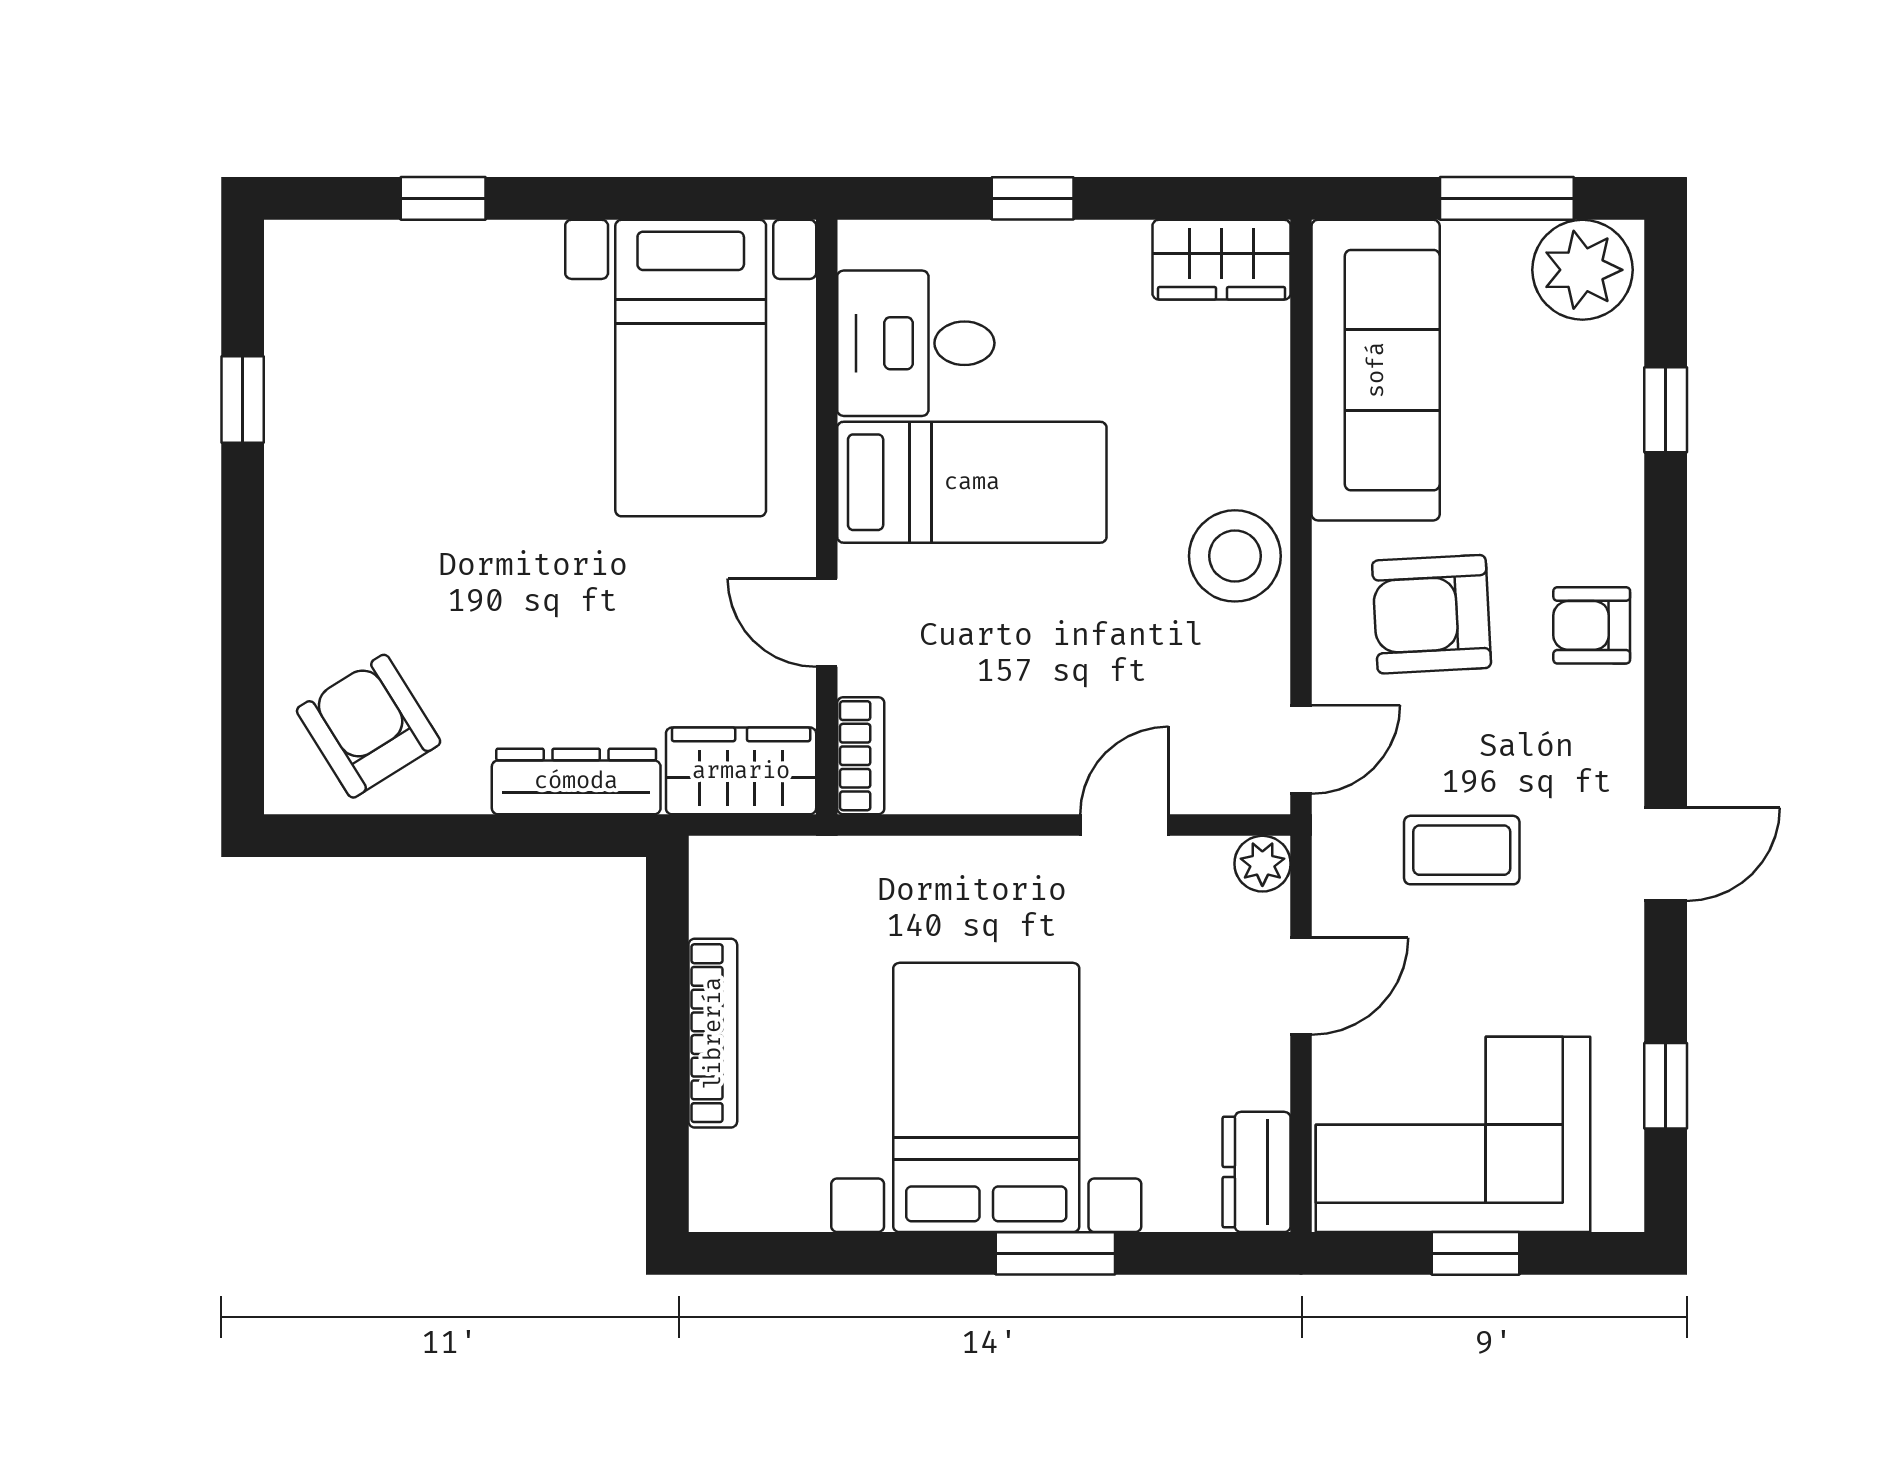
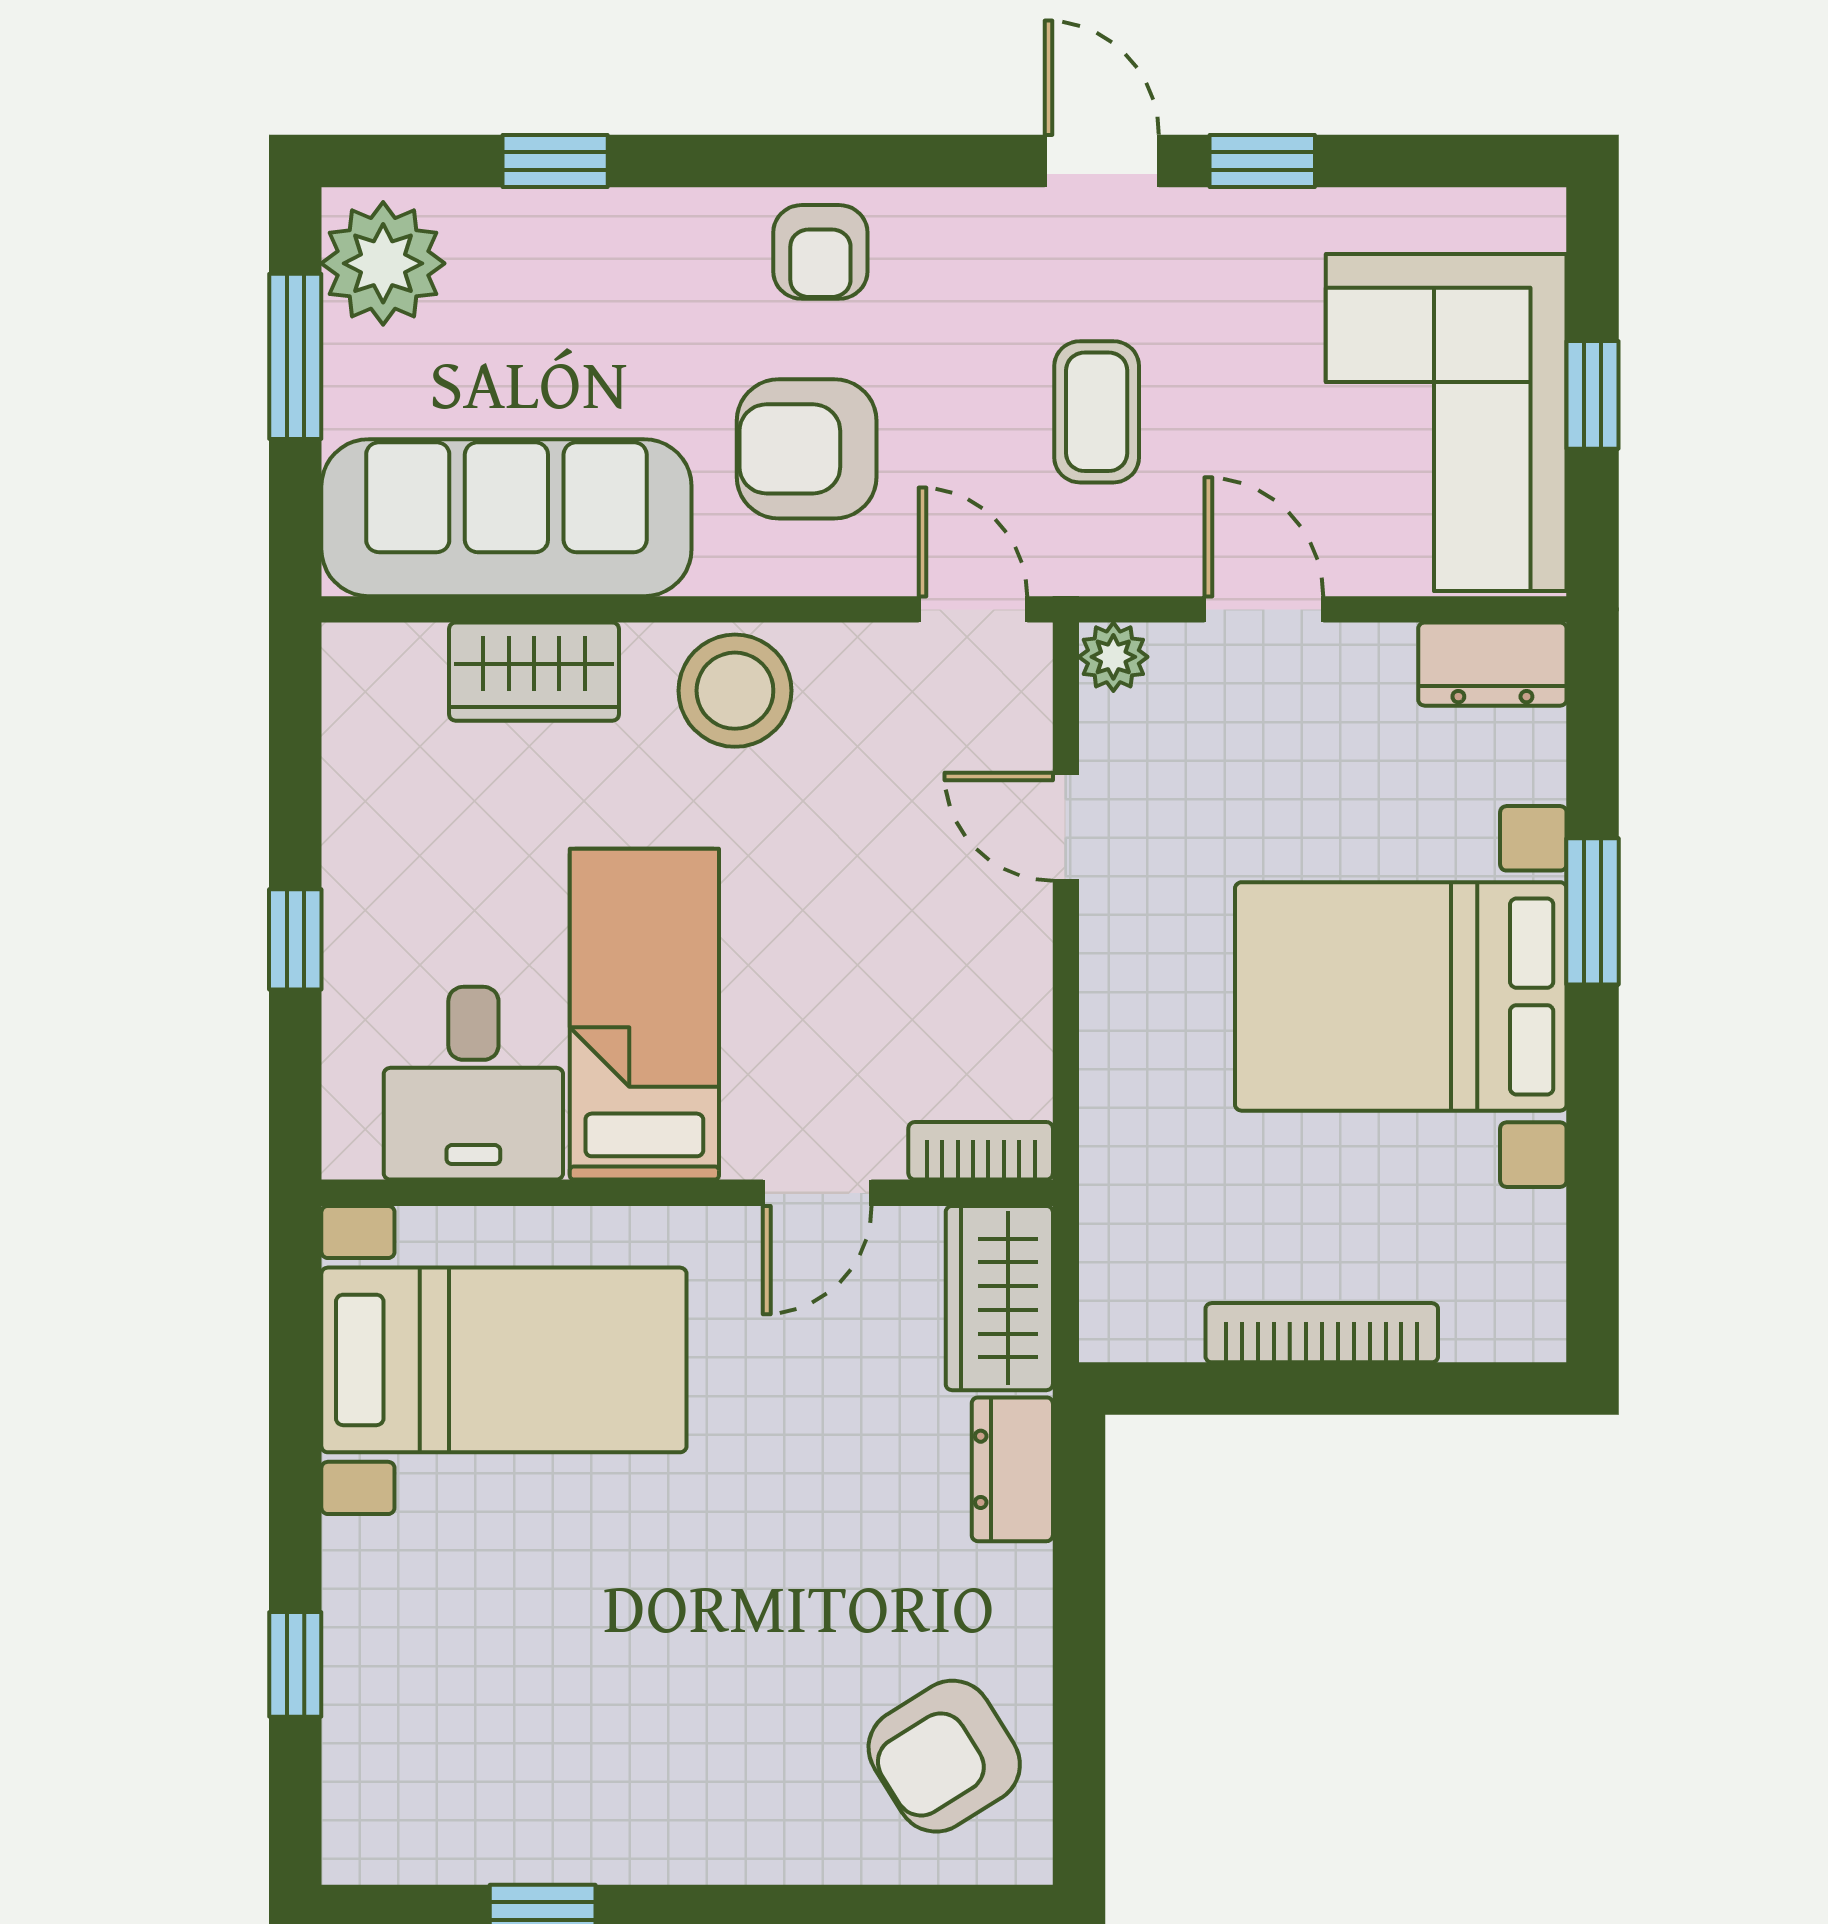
wardrobe: (1222, 260) -> (534, 672), moved, turned 90
armchair: (1432, 614) -> (807, 449), turned 93
dresser: (576, 781) -> (1012, 1469), width x0.70
window: (1666, 1086) -> (1262, 161), moved

